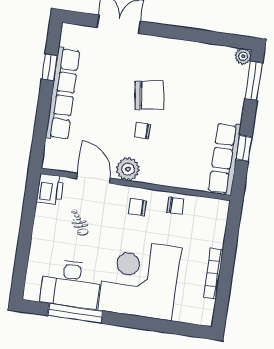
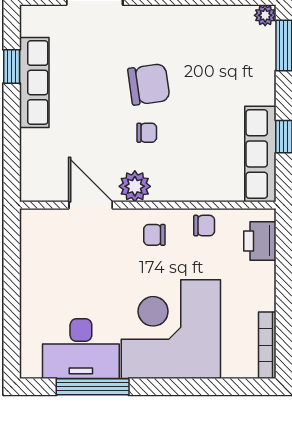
row of seats: (63, 94) -> (34, 82), width x0.73
chair: (143, 131) -> (147, 133), turned 180
printer: (50, 189) -> (260, 241), moved, turned 180
bookcase: (213, 274) -> (267, 345), moved

